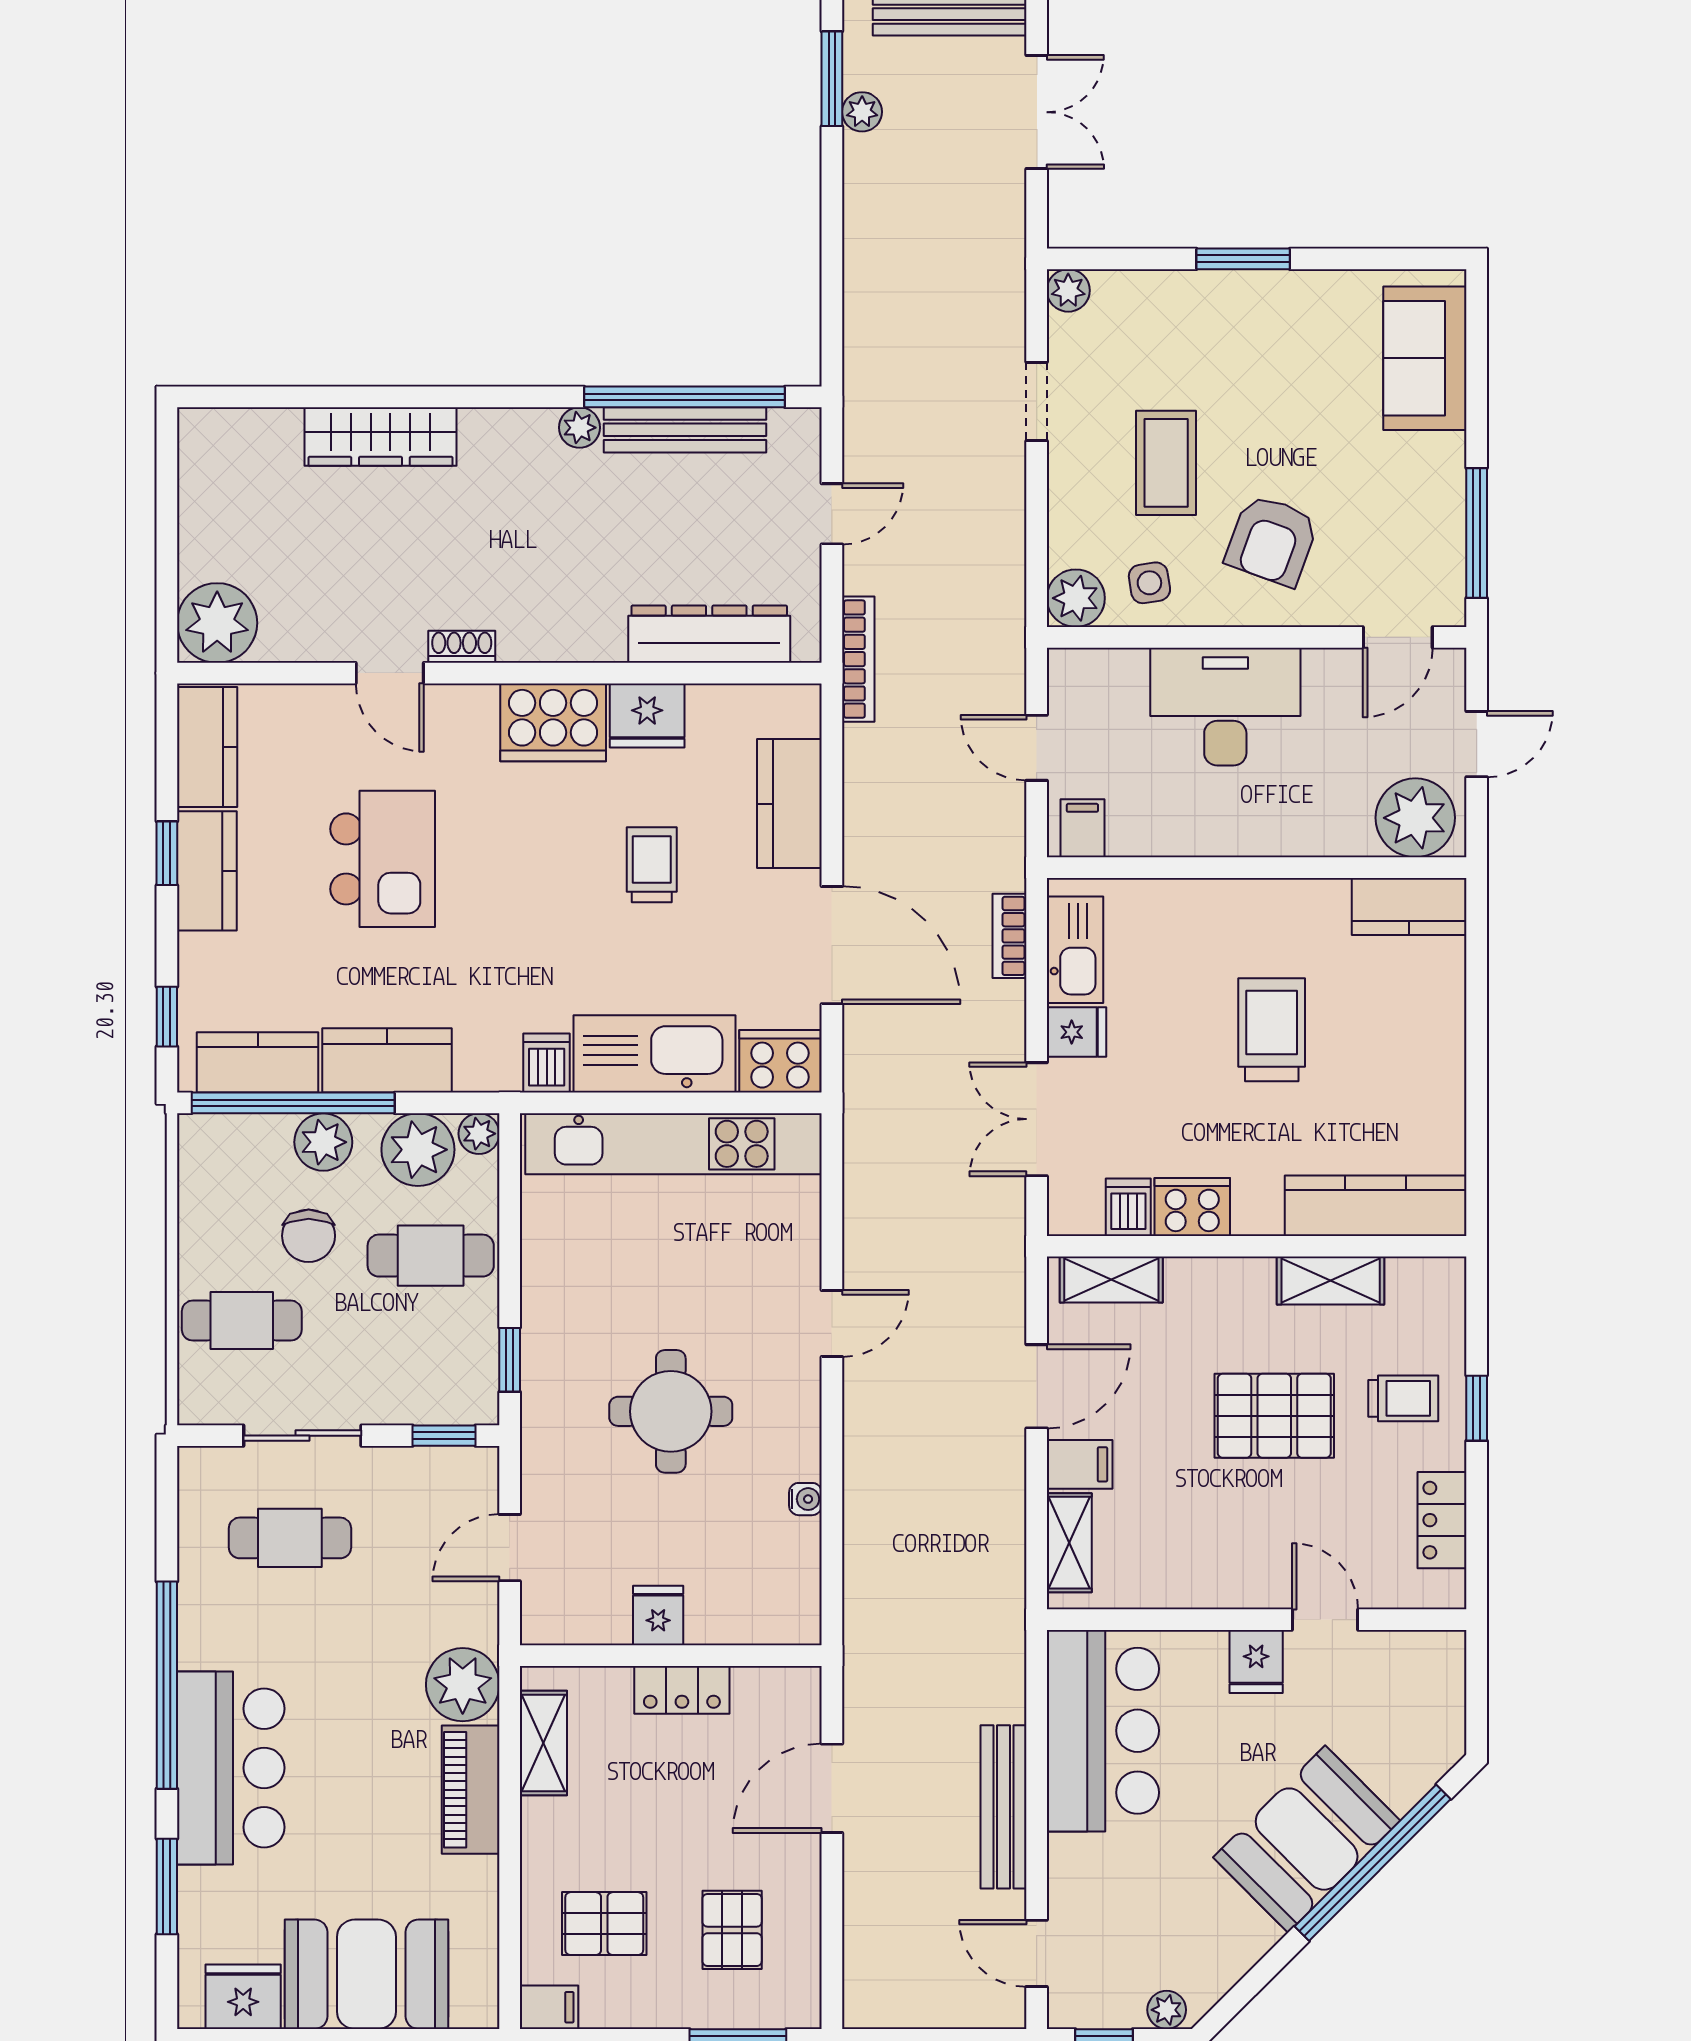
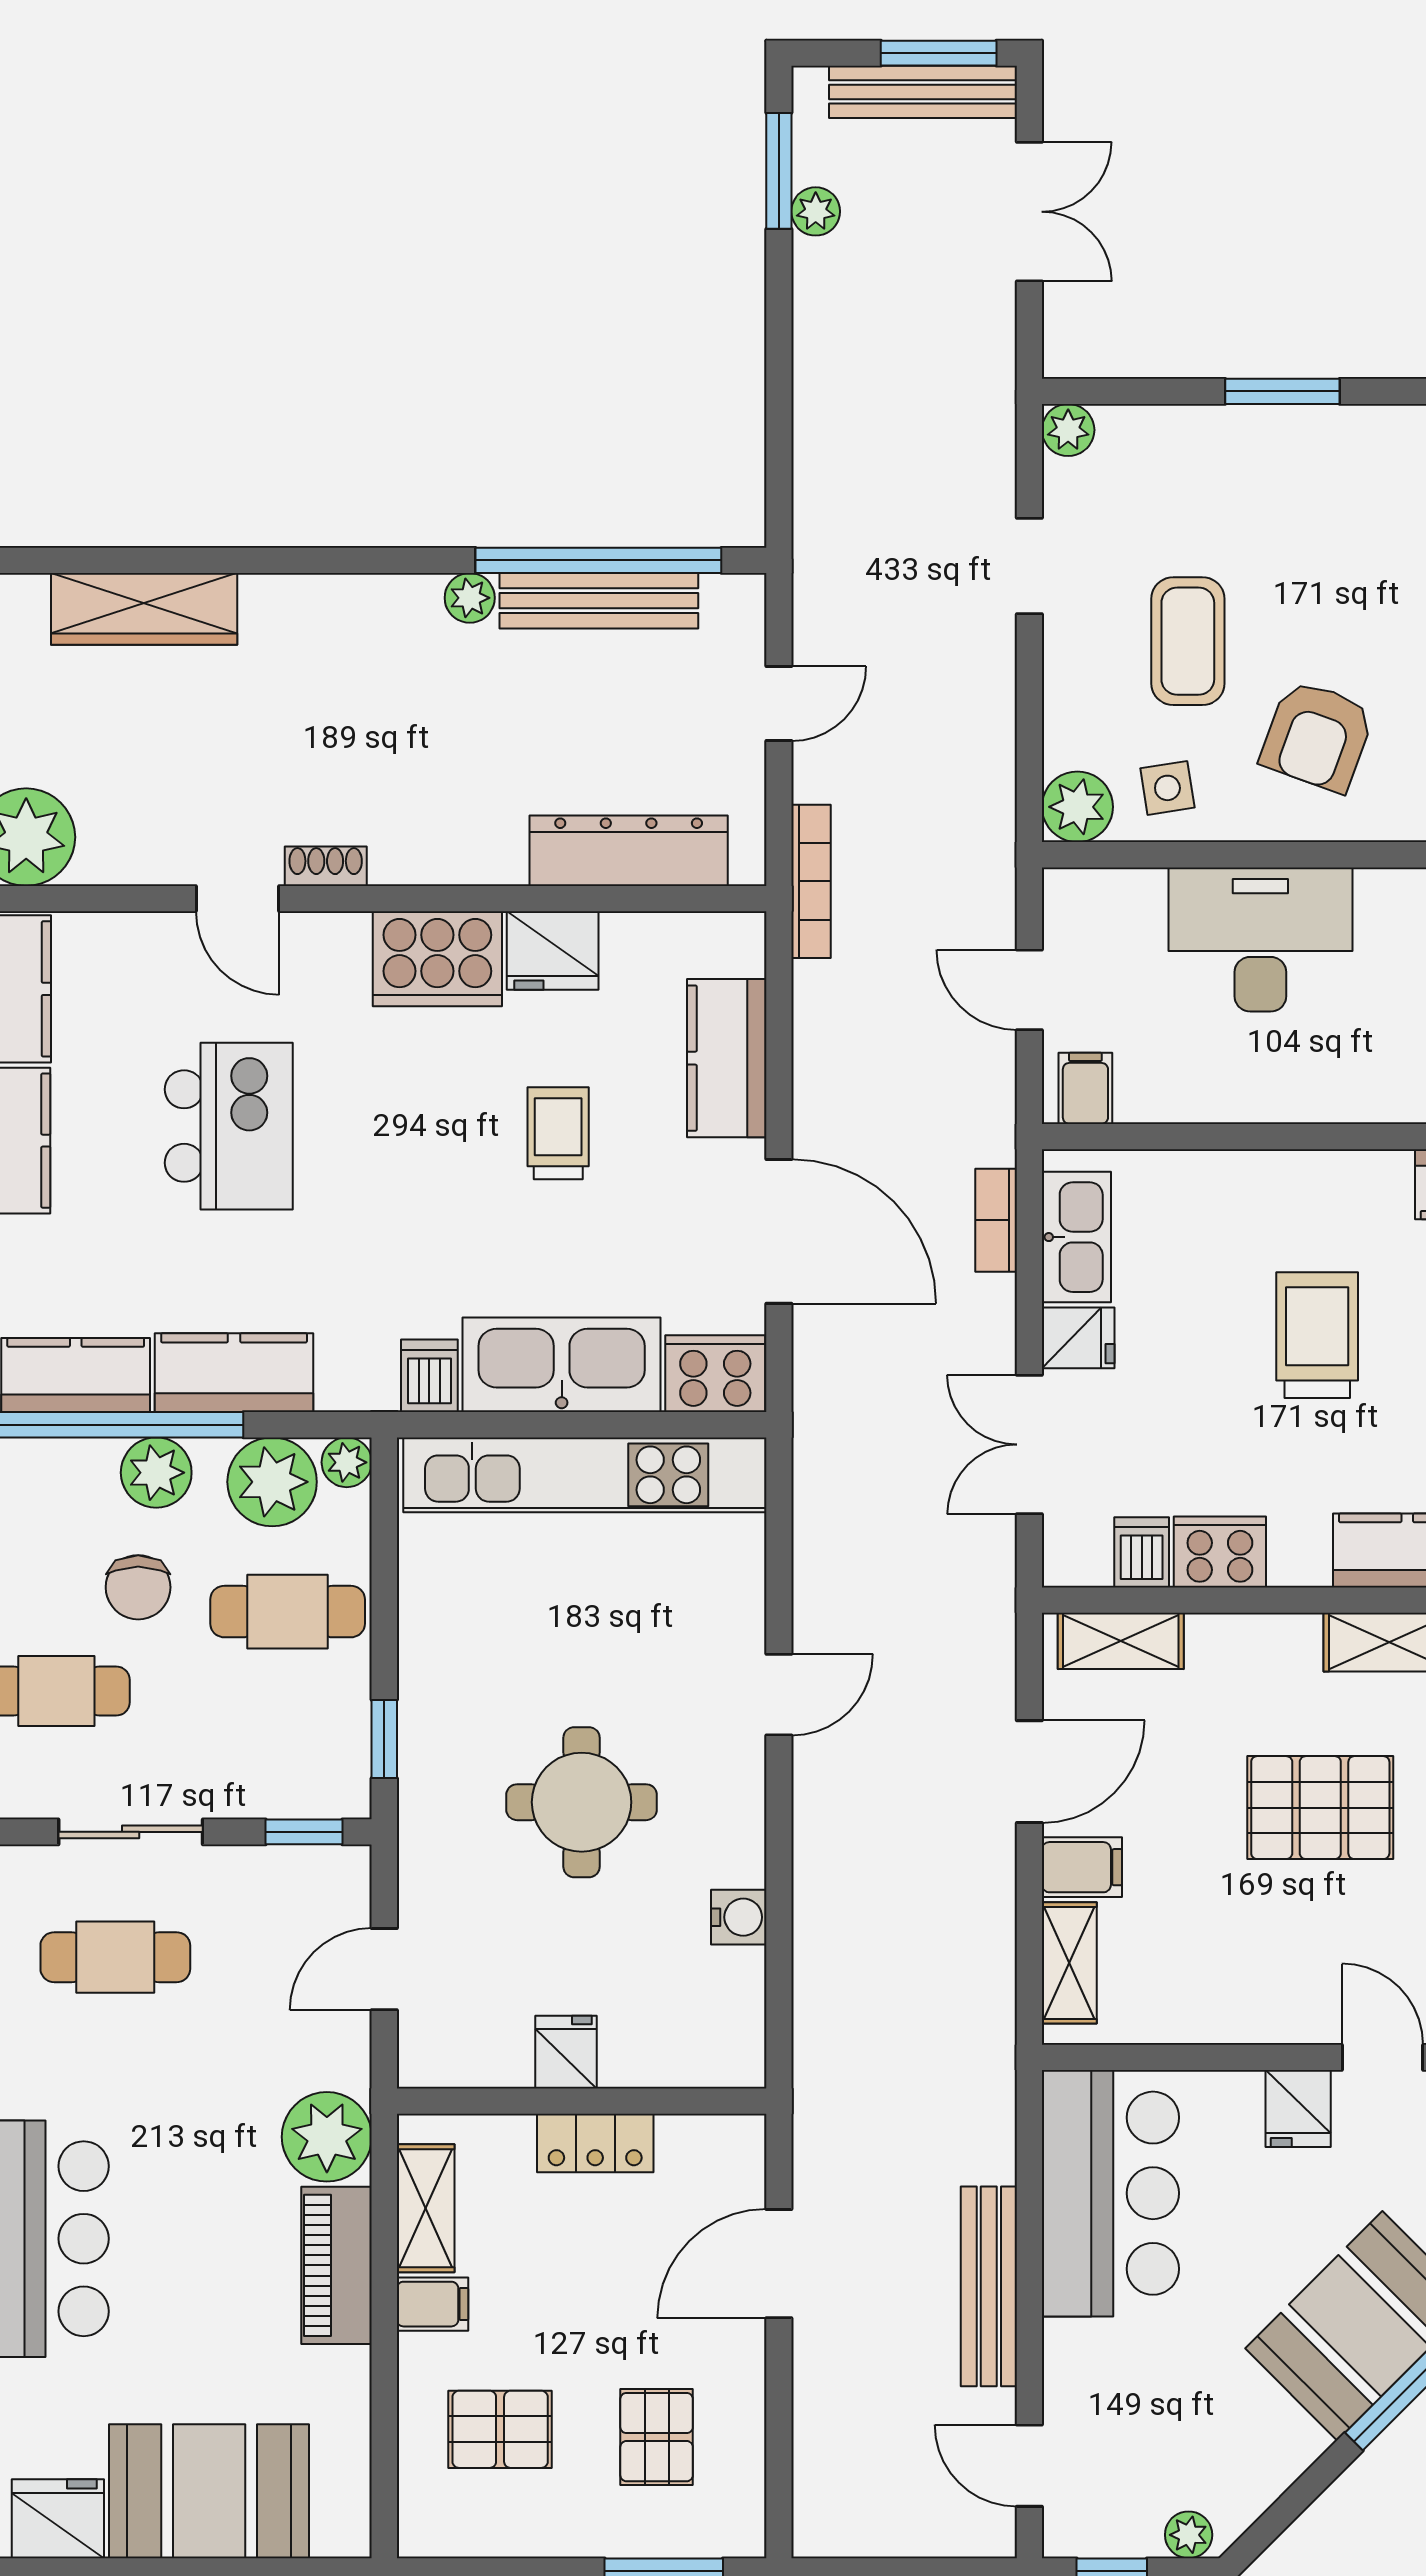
wardrobe: (381, 437) -> (144, 609), moved
water cooler: (805, 1499) -> (739, 1917), width x1.38, depth x1.38
filing cabinet: (549, 2007) -> (432, 2304), moved

